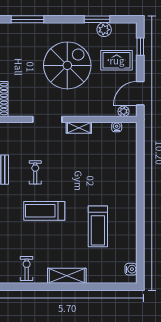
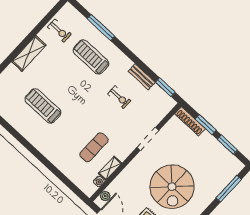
shelving: (79, 128) -> (110, 168), moved
exercise mat: (93, 156) -> (94, 147), added
treadmill: (44, 211) -> (91, 57), moved, turned -90

